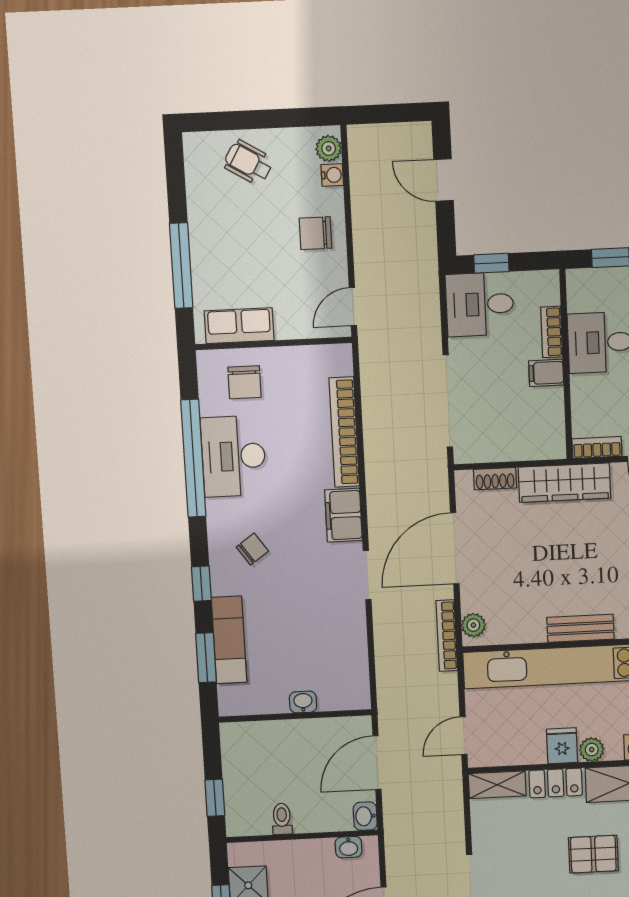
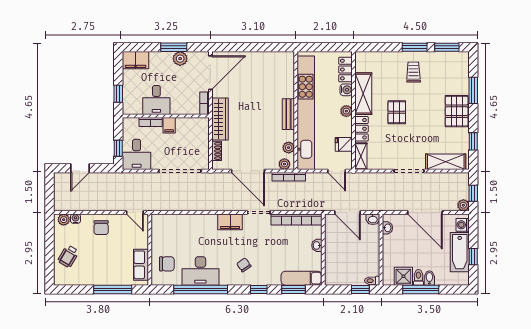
bookcase: (344, 432) -> (296, 219), moved
plant: (509, 632) -> (289, 148), added
exam couch: (229, 640) -> (302, 278), moved
fridge: (562, 746) -> (344, 144), moved
toilet: (282, 819) -> (372, 281), moved

